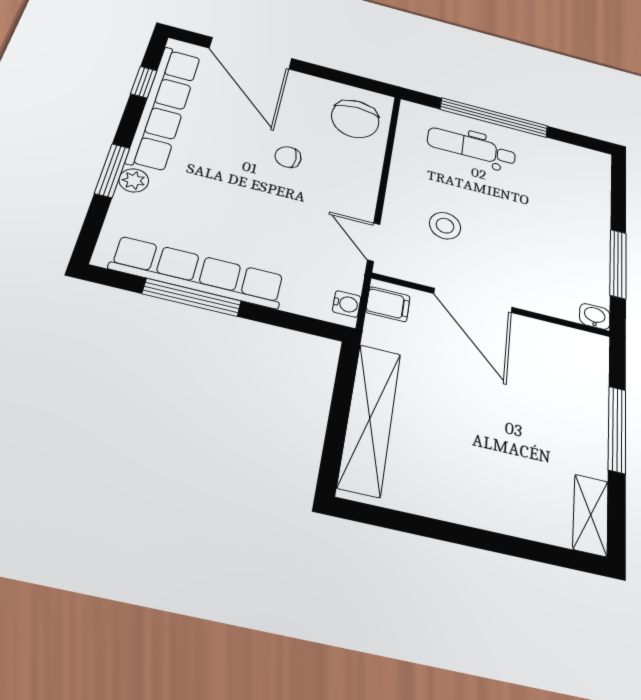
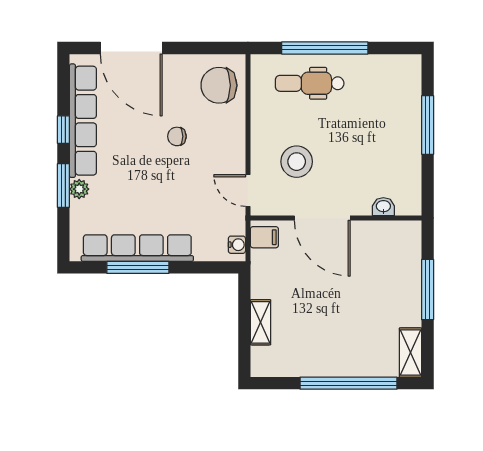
window: (144, 82) -> (63, 130), moved
chair: (355, 119) -> (219, 85), turned 90
stool: (445, 226) -> (297, 162), width x1.38, depth x1.38
window: (618, 264) -> (428, 125), moved
washbasin: (595, 316) -> (383, 207), moved
shelving: (370, 419) -> (260, 322), width x0.45, depth x0.75
window: (492, 542) -> (348, 383), added

